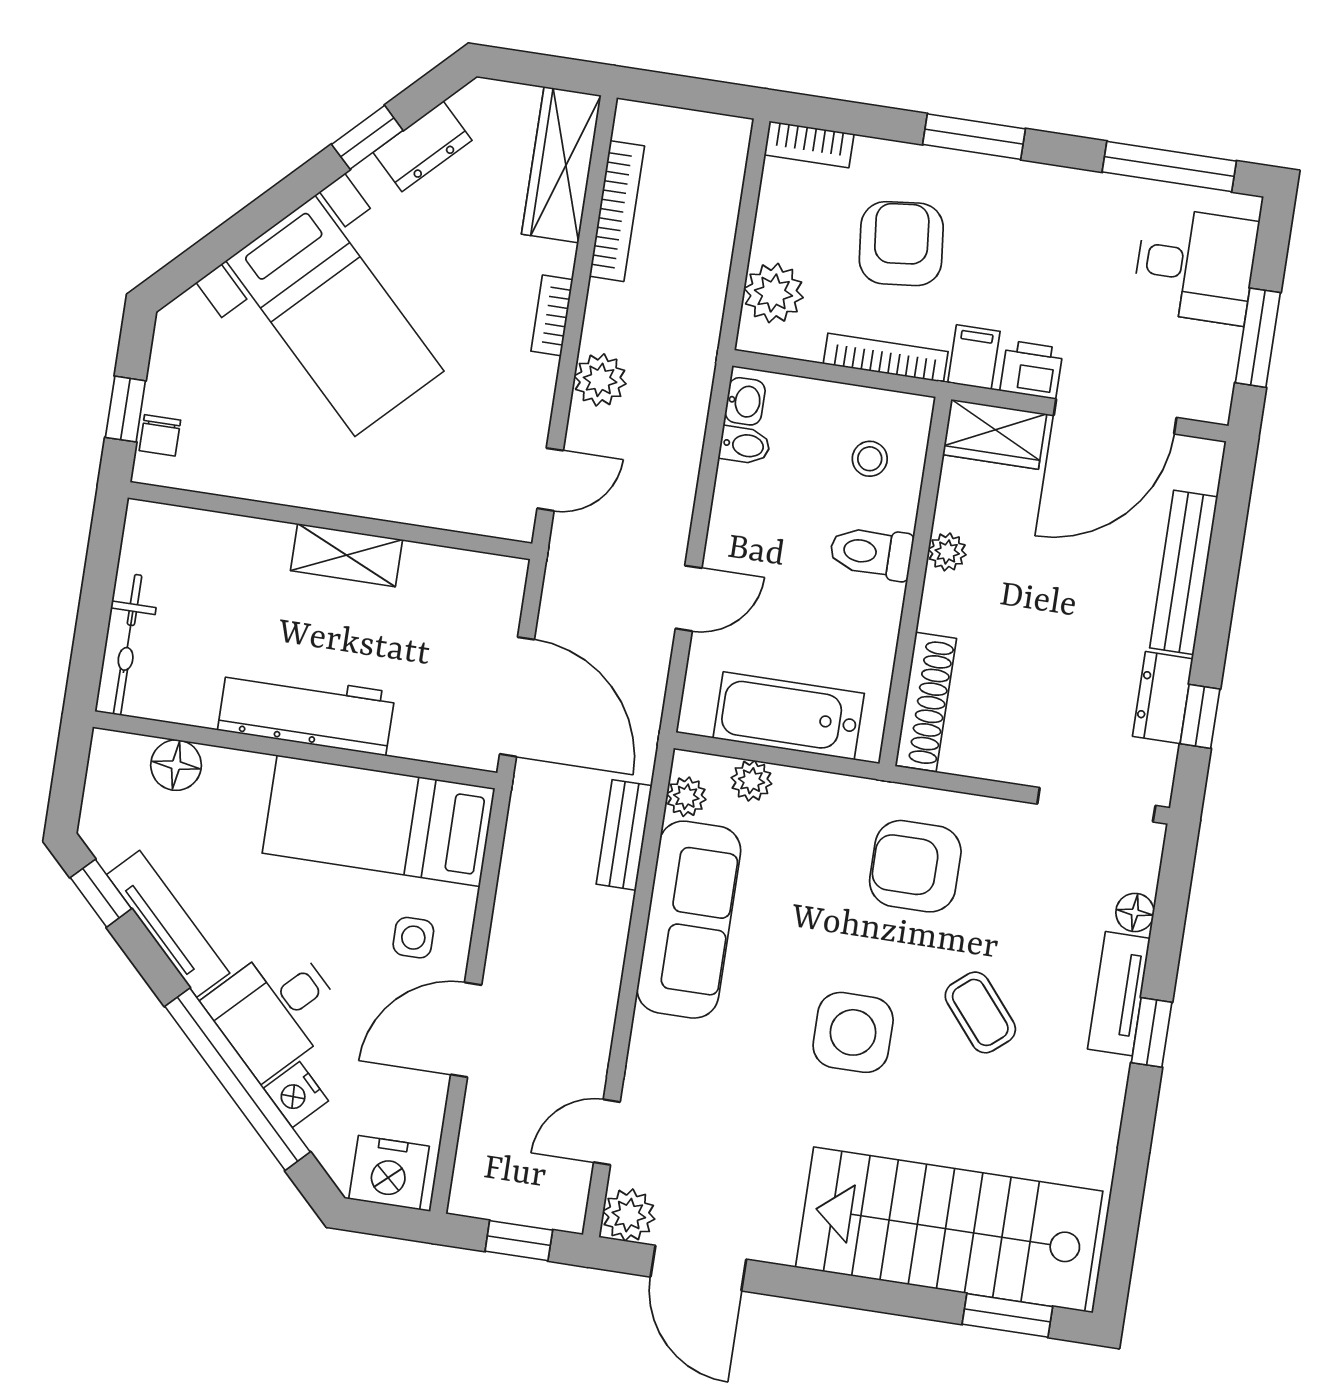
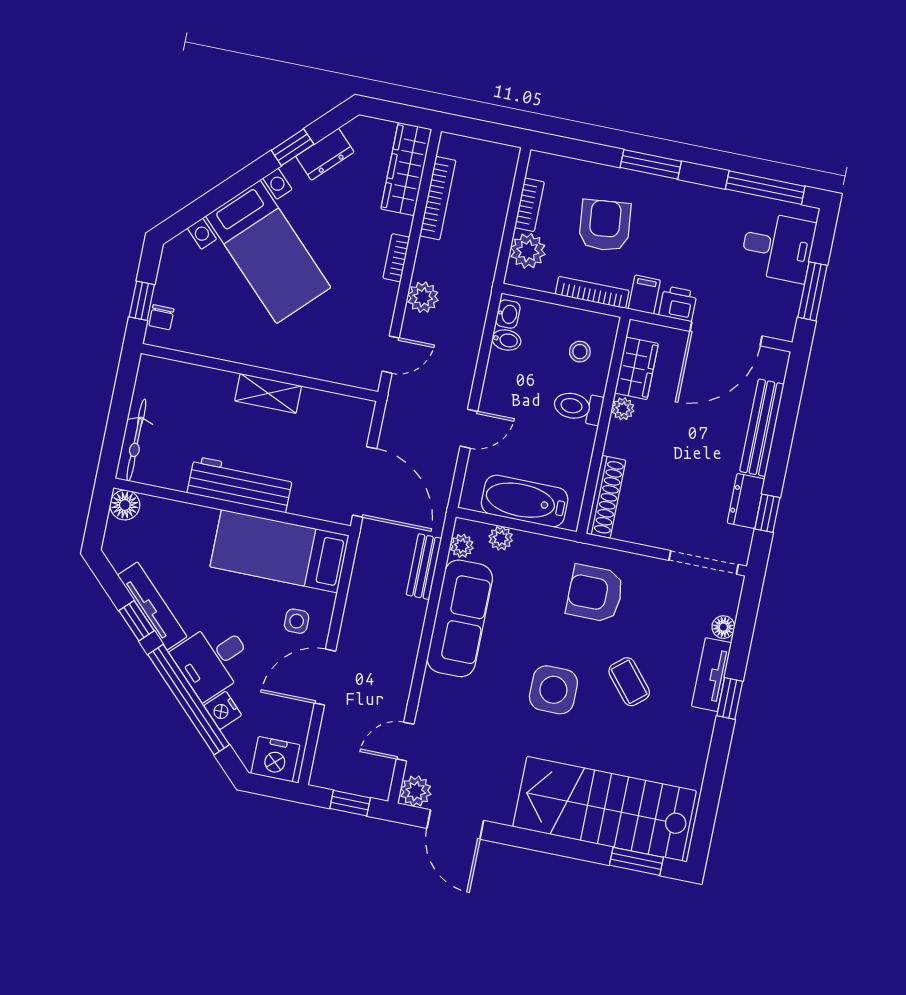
bookcase: (809, 144) -> (529, 205), moved, turned -90
wardrobe: (995, 434) -> (636, 368), moved, turned -90
floor lamp: (176, 765) -> (125, 505), moved
window: (101, 893) -> (136, 621), moved

